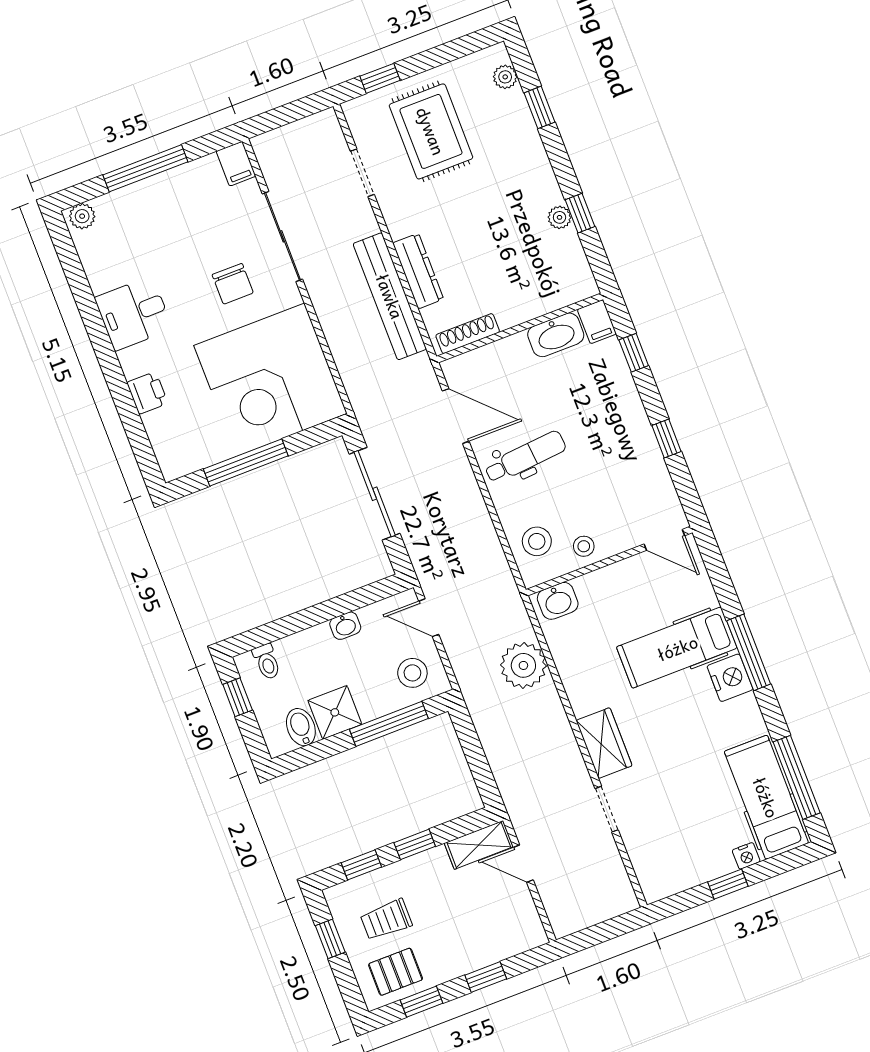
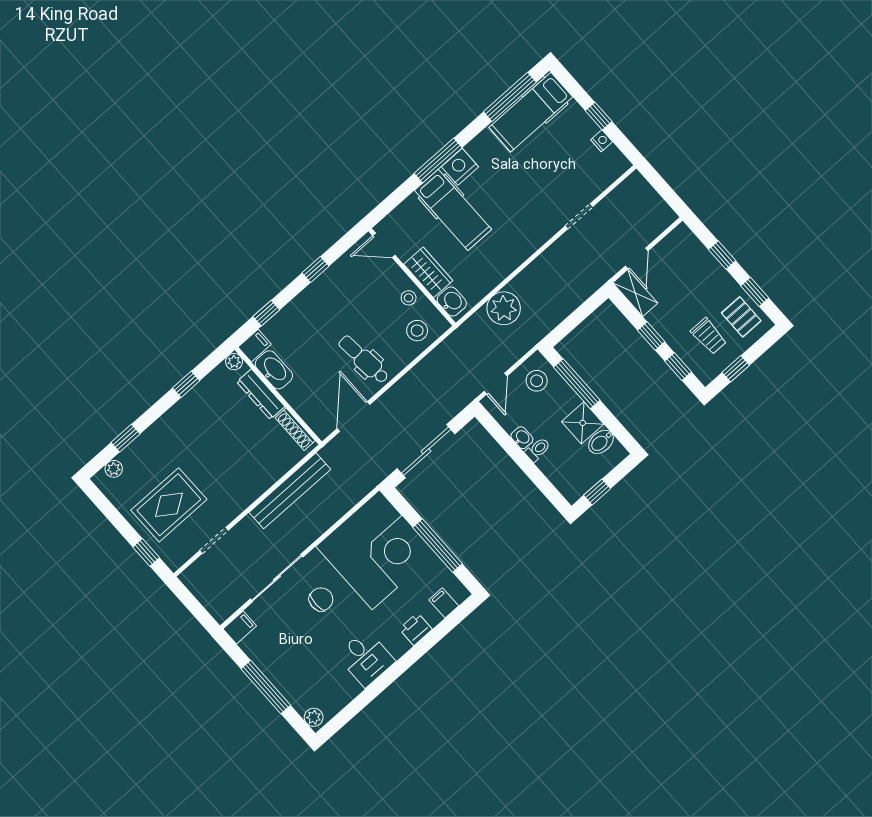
plant: (559, 217) -> (234, 362), moved
dresser: (418, 271) -> (261, 394), moved, turned -90
filing cabinet: (168, 442) -> (444, 603), added
door: (664, 540) -> (384, 245), swing flipped
toilet: (267, 662) -> (538, 450), moved
wardrobe: (604, 743) -> (428, 272), moved, turned 90
nightstand: (746, 856) -> (602, 141), moved

